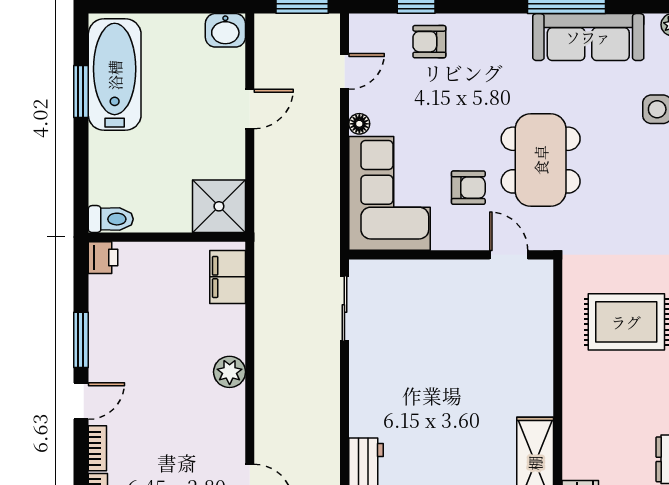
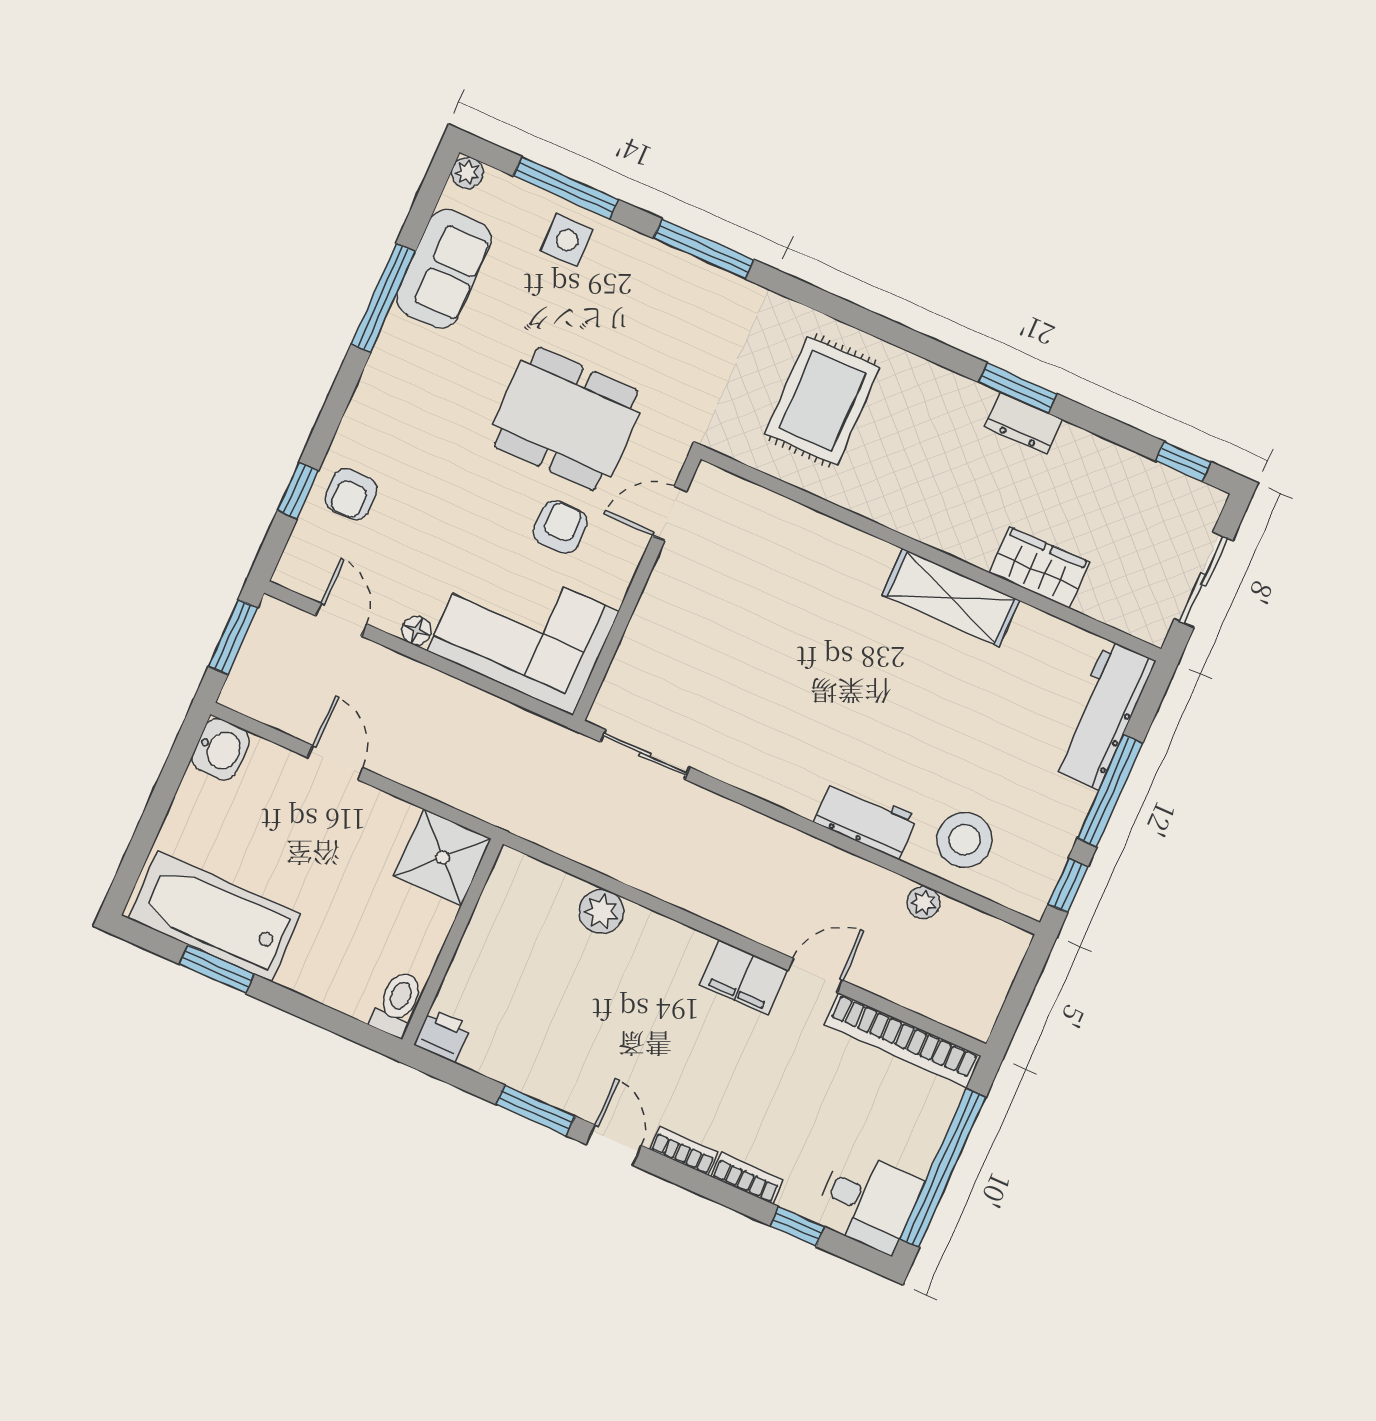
sofa: (588, 37) -> (444, 269), width x0.73
filing cabinet: (228, 277) -> (744, 978), moved
plant: (230, 372) -> (602, 912), moved

